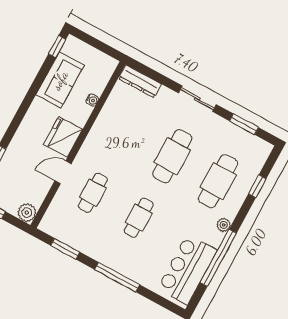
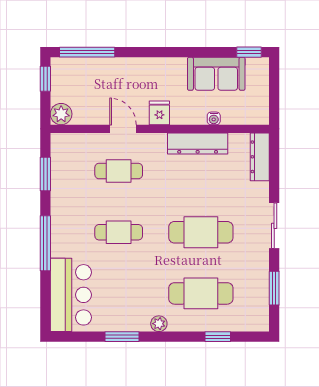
dresser: (105, 122) -> (198, 143), added
fridge: (63, 137) -> (159, 113), width x0.53, depth x0.75
window: (218, 258) -> (122, 337), width x0.47
bar counter: (187, 269) -> (71, 295), moved, turned 90

